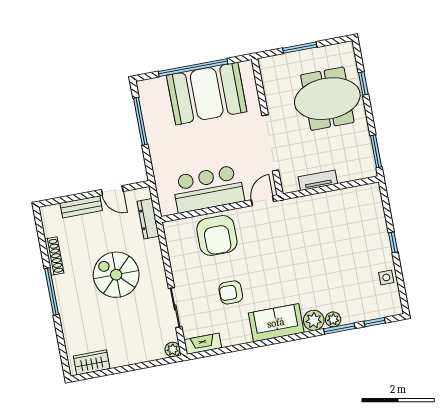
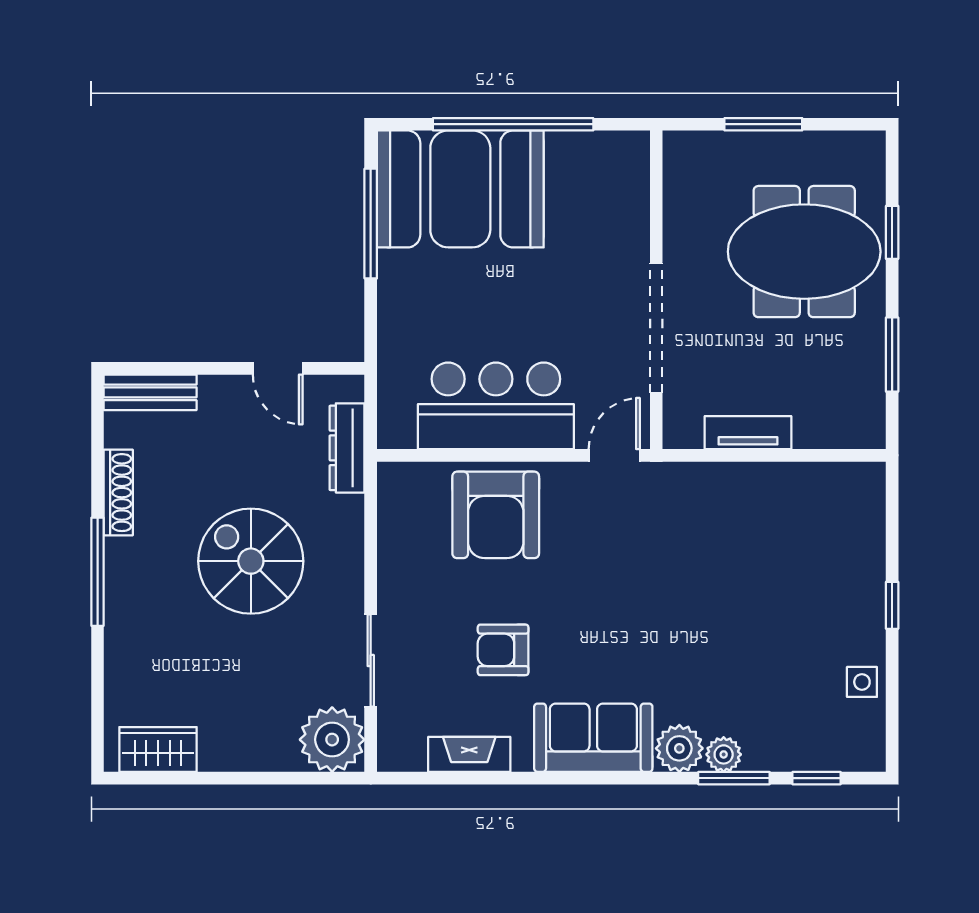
booth: (207, 94) -> (460, 189), moved
window: (376, 151) -> (892, 355), moved
bench: (81, 207) -> (150, 392), moved
fireplace: (203, 344) -> (469, 754), moved
plant: (173, 350) -> (332, 740), width x1.88, depth x1.88

